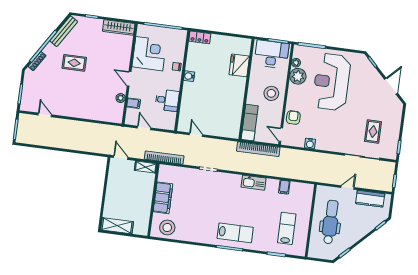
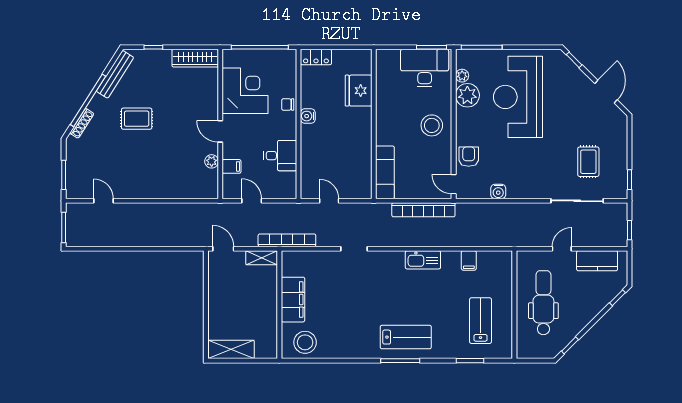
fridge: (239, 65) -> (359, 91), moved
wall: (246, 89) -> (374, 124), moved
exam couch: (250, 123) -> (385, 172), moved

